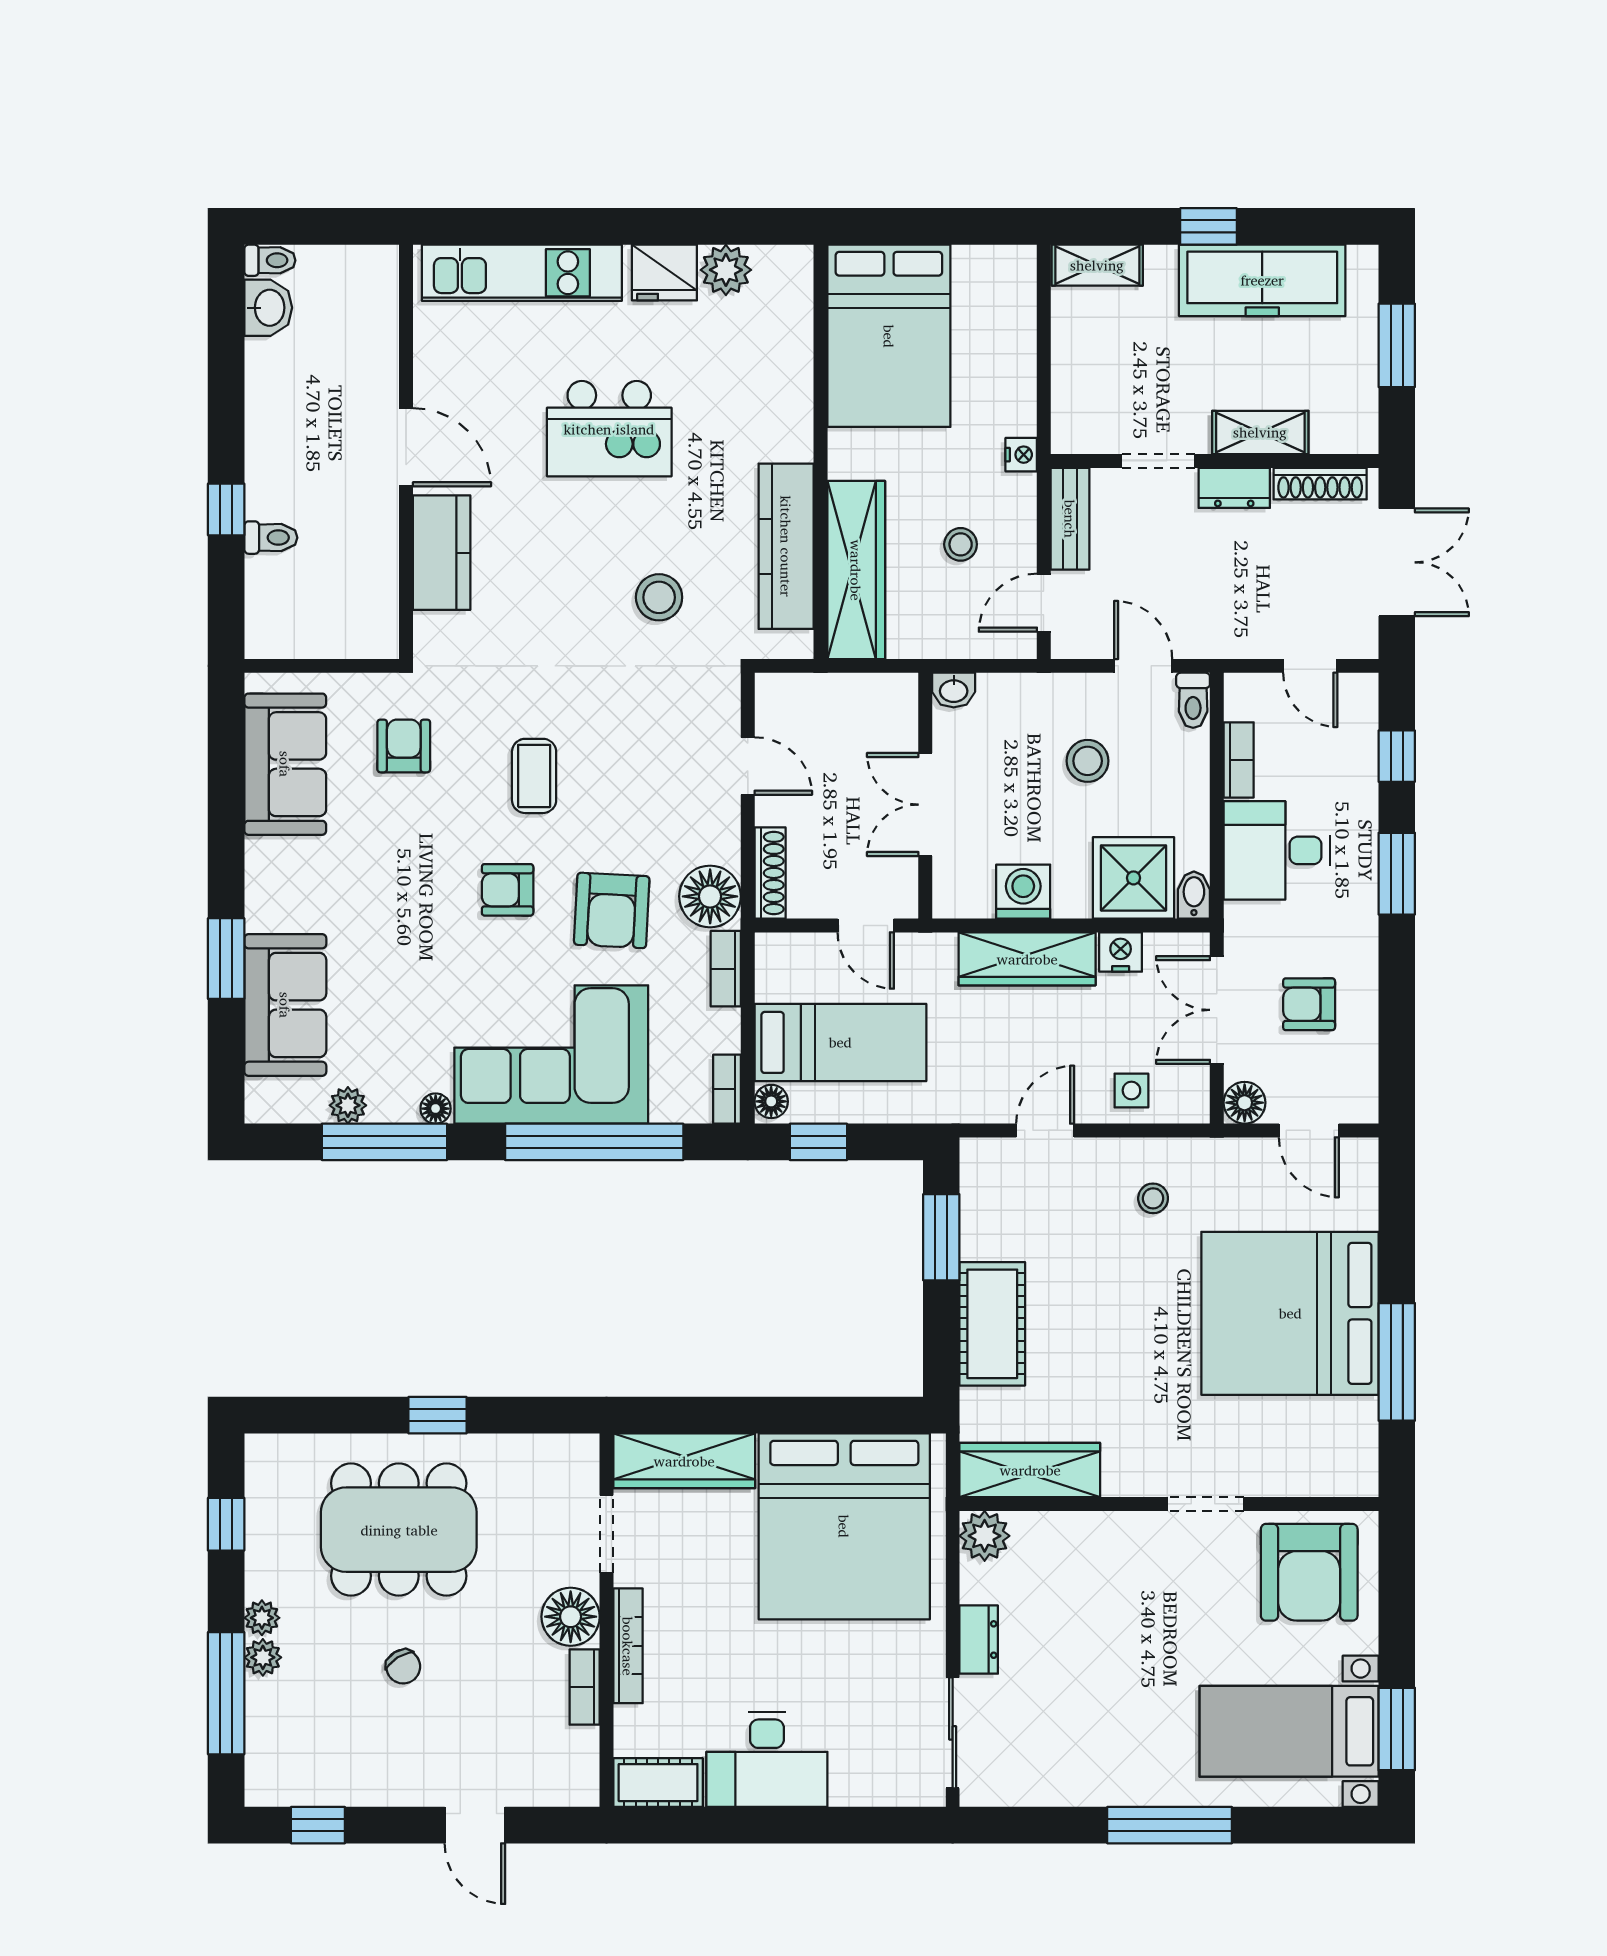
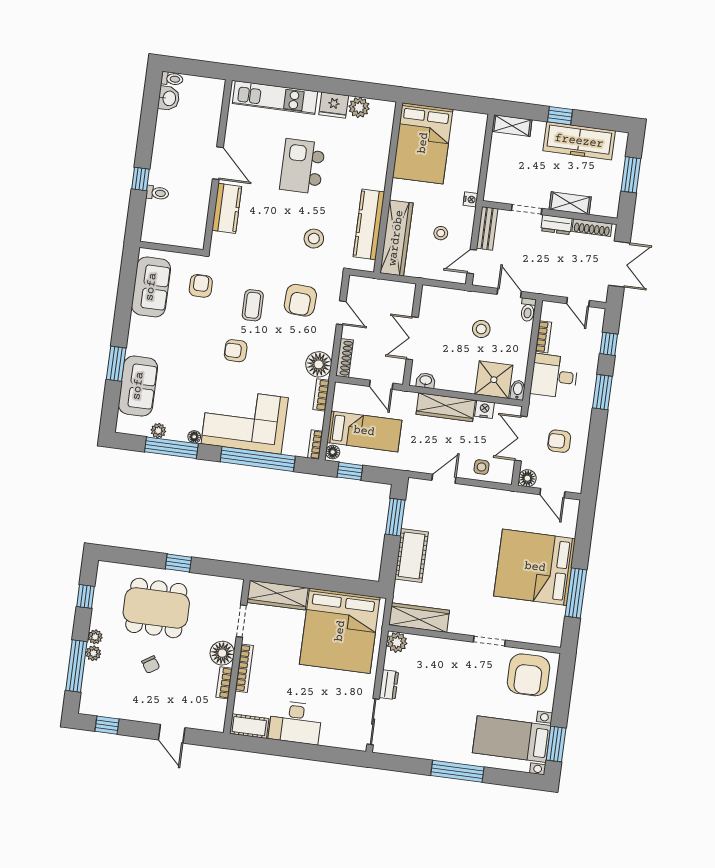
kitchen island: (609, 429) -> (302, 166), turned 90
washbasin: (954, 690) -> (426, 380), moved, turned 180
washing machine: (1023, 892) -> (448, 379), removed
armchair: (612, 910) -> (300, 300), moved
stool: (1153, 1198) -> (485, 513), removed

